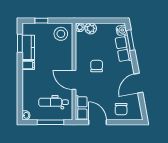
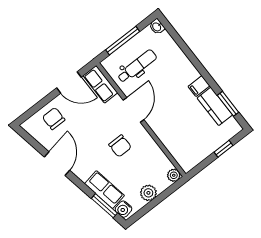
plant: (91, 28) -> (148, 193), moved
stool: (61, 34) -> (190, 151), removed
door: (74, 80) -> (133, 110), hinge flipped

